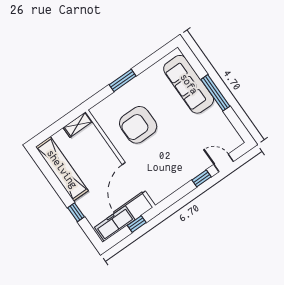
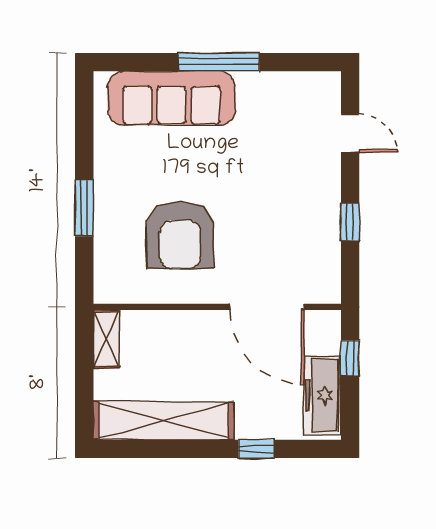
door: (224, 163) -> (350, 133), swing flipped
window: (202, 178) -> (350, 222), moved

